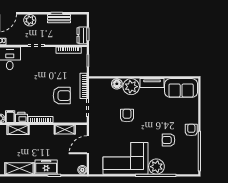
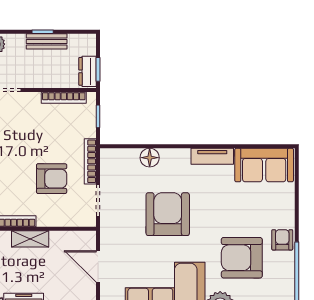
plant: (131, 87) -> (175, 163), removed
armchair: (127, 116) -> (168, 214), width x1.88, depth x1.88
shelving: (65, 129) -> (30, 239), moved
armchair: (169, 140) -> (242, 258), width x1.88, depth x1.88
door: (88, 145) -> (98, 266), hinge flipped

